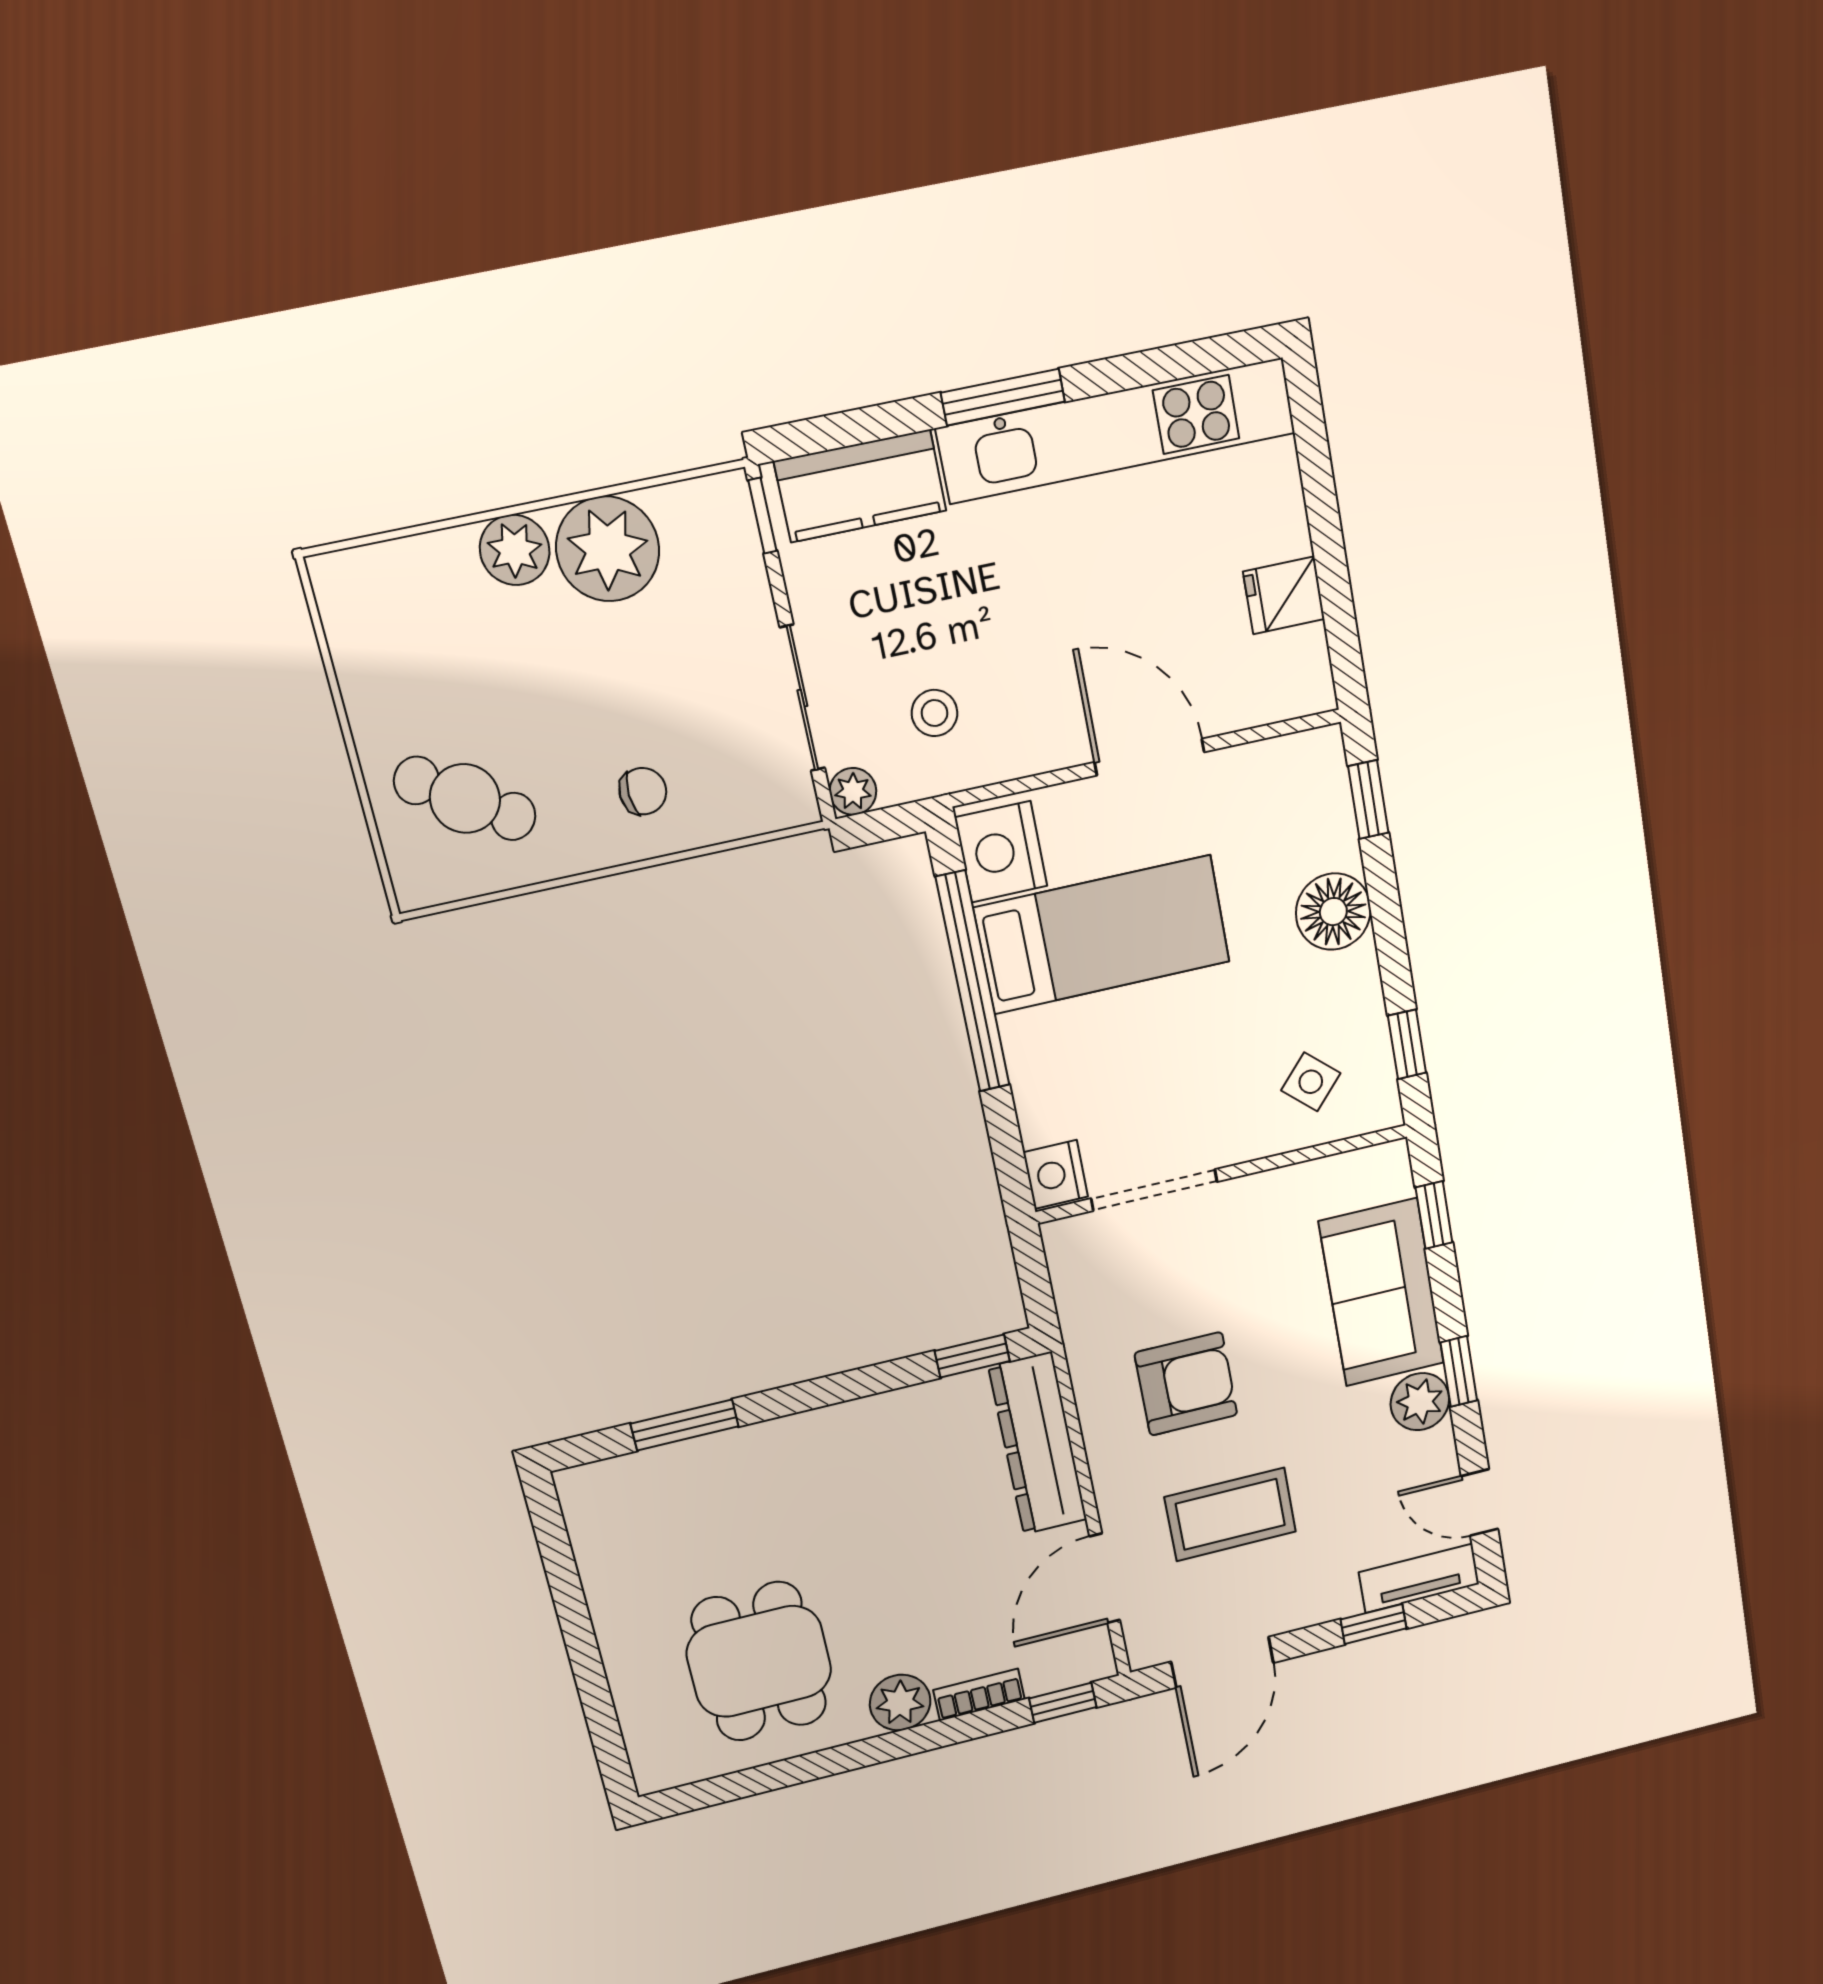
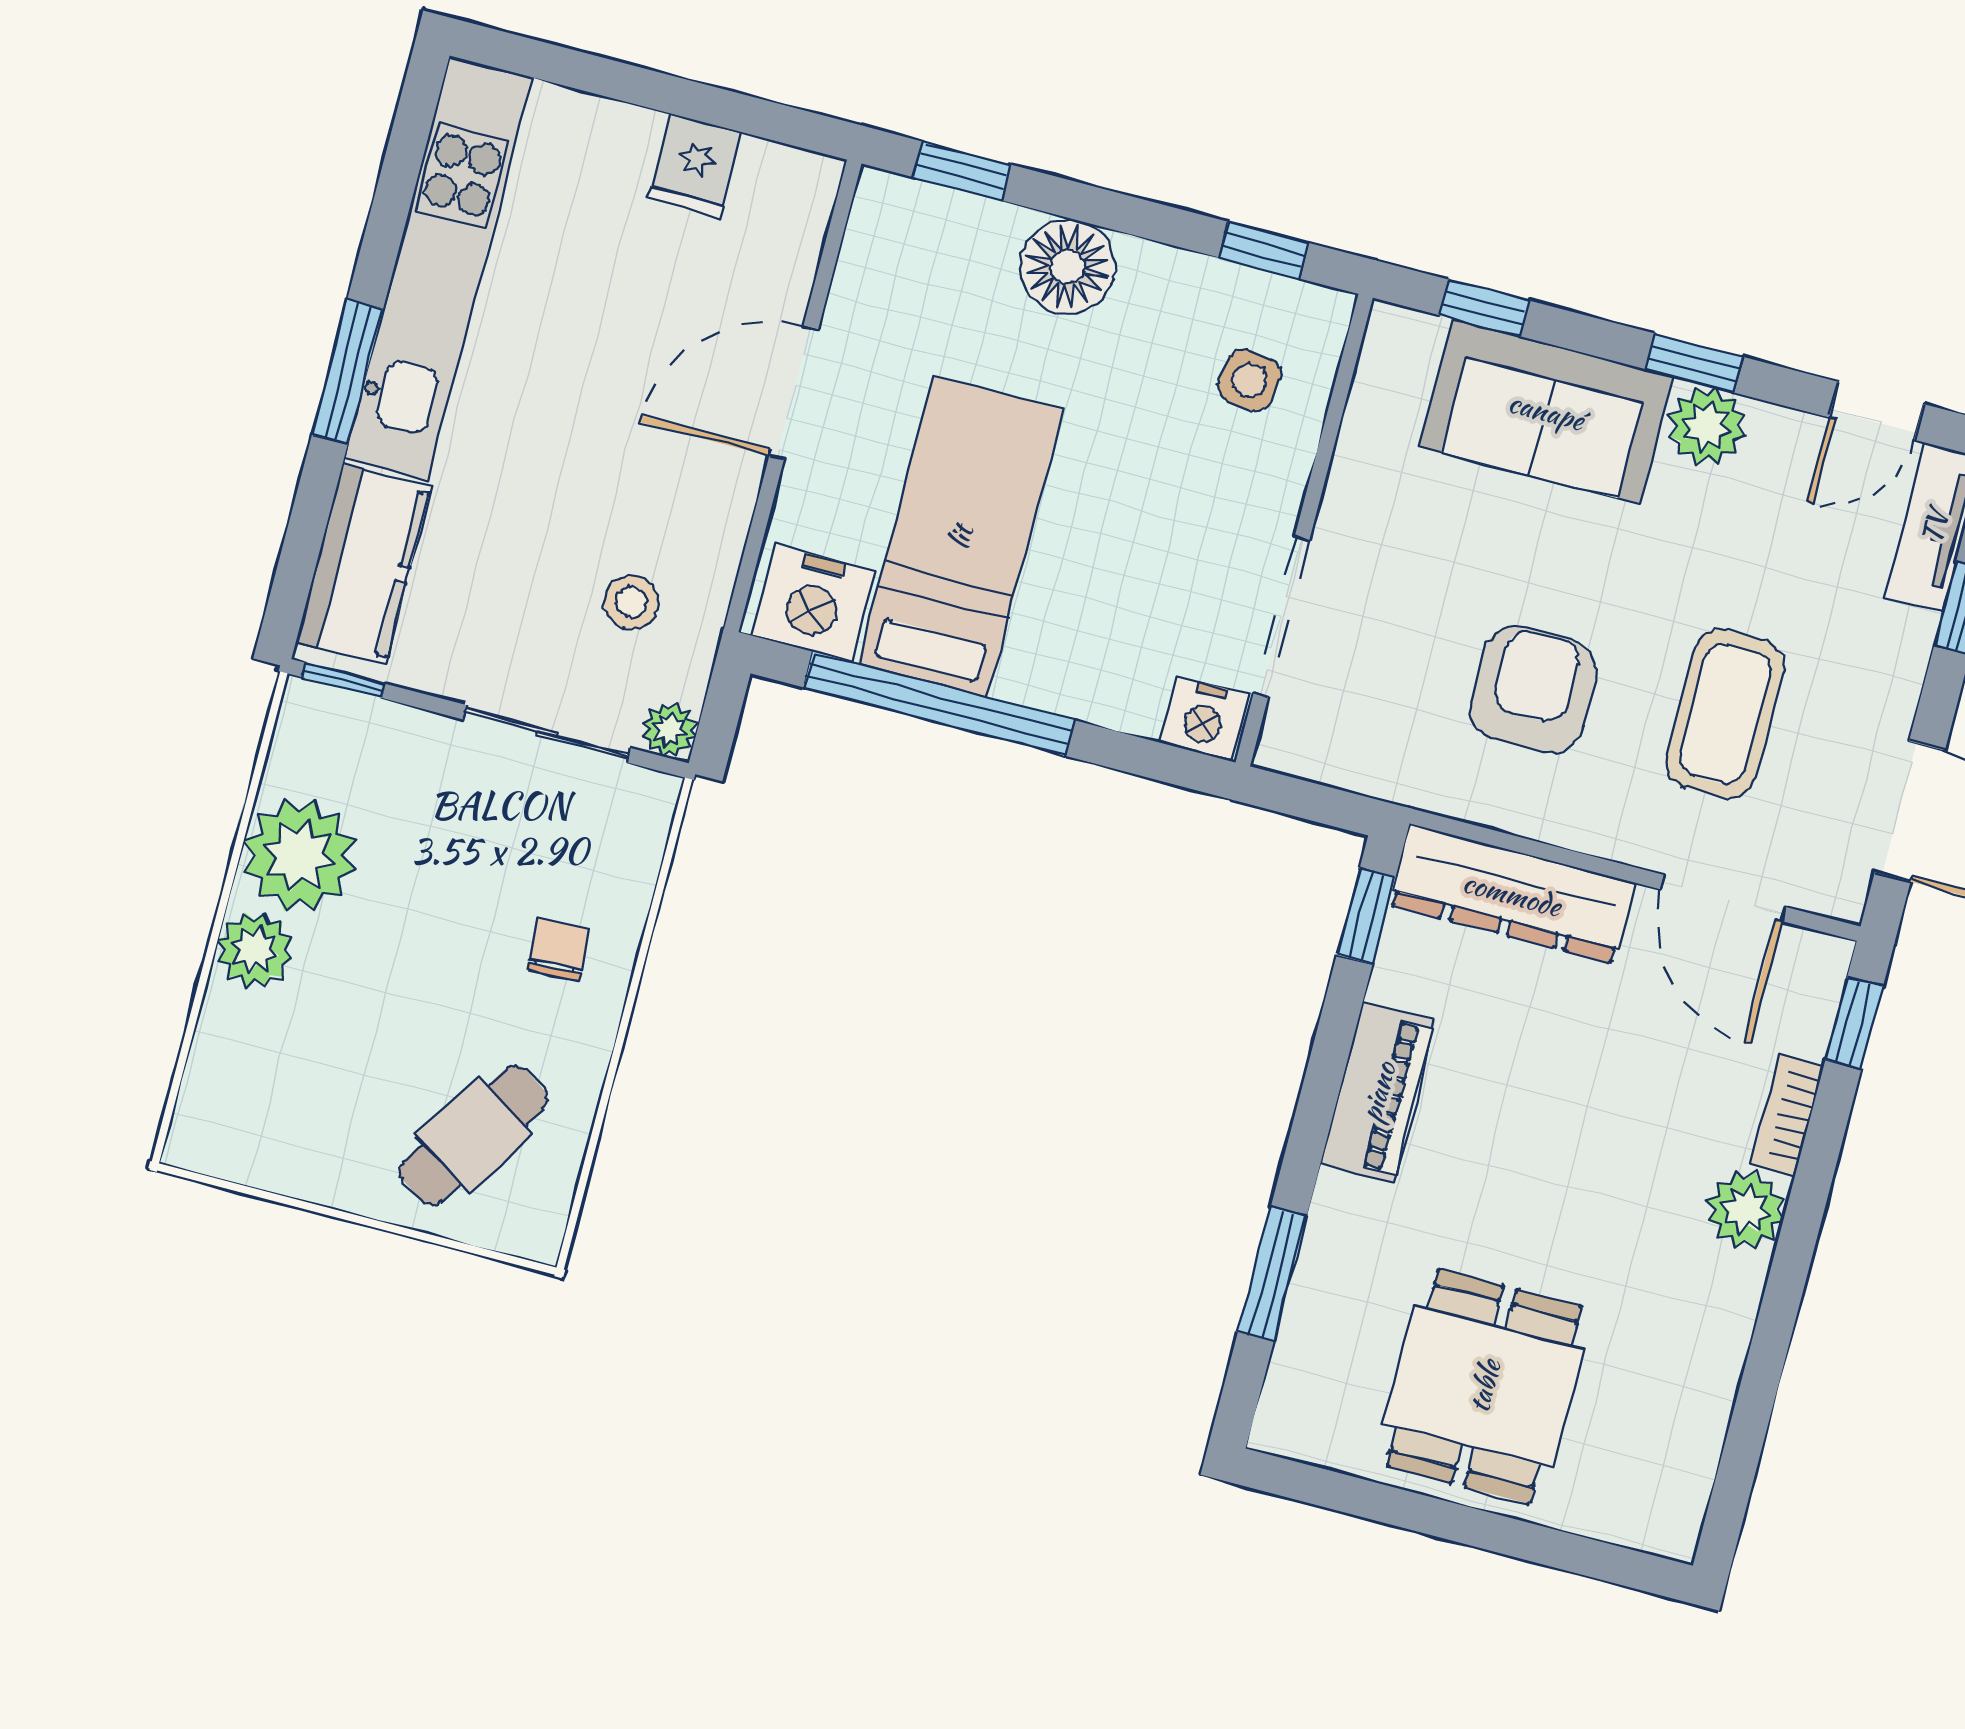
side table: (1311, 1082) -> (1249, 380), turned -33
piano: (852, 1428) -> (1378, 1092), added
dining table: (759, 1661) -> (1484, 1386), moved, turned 90

